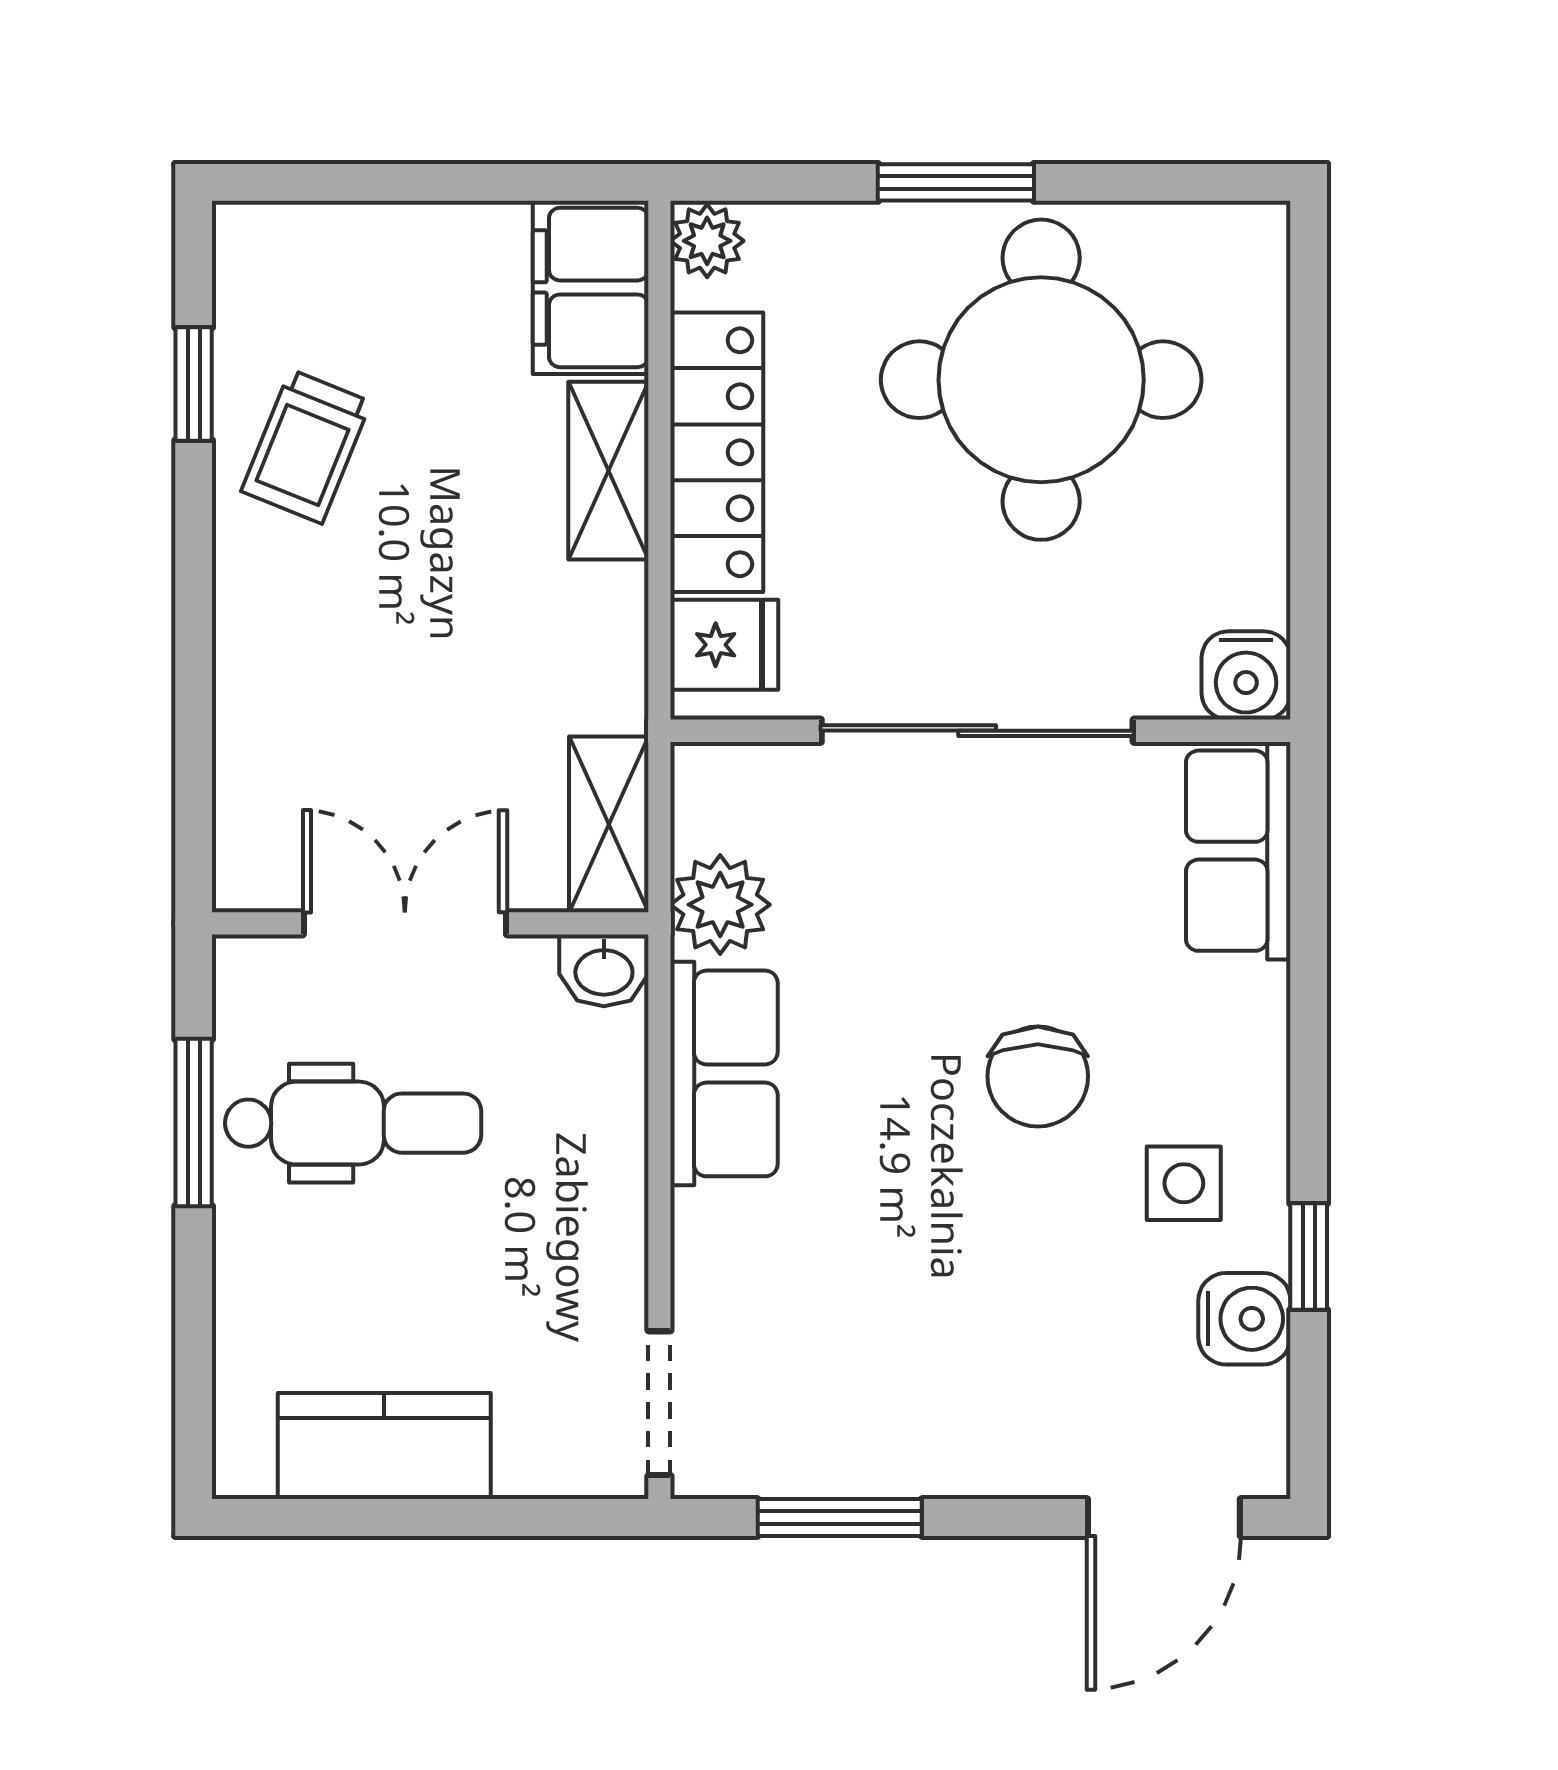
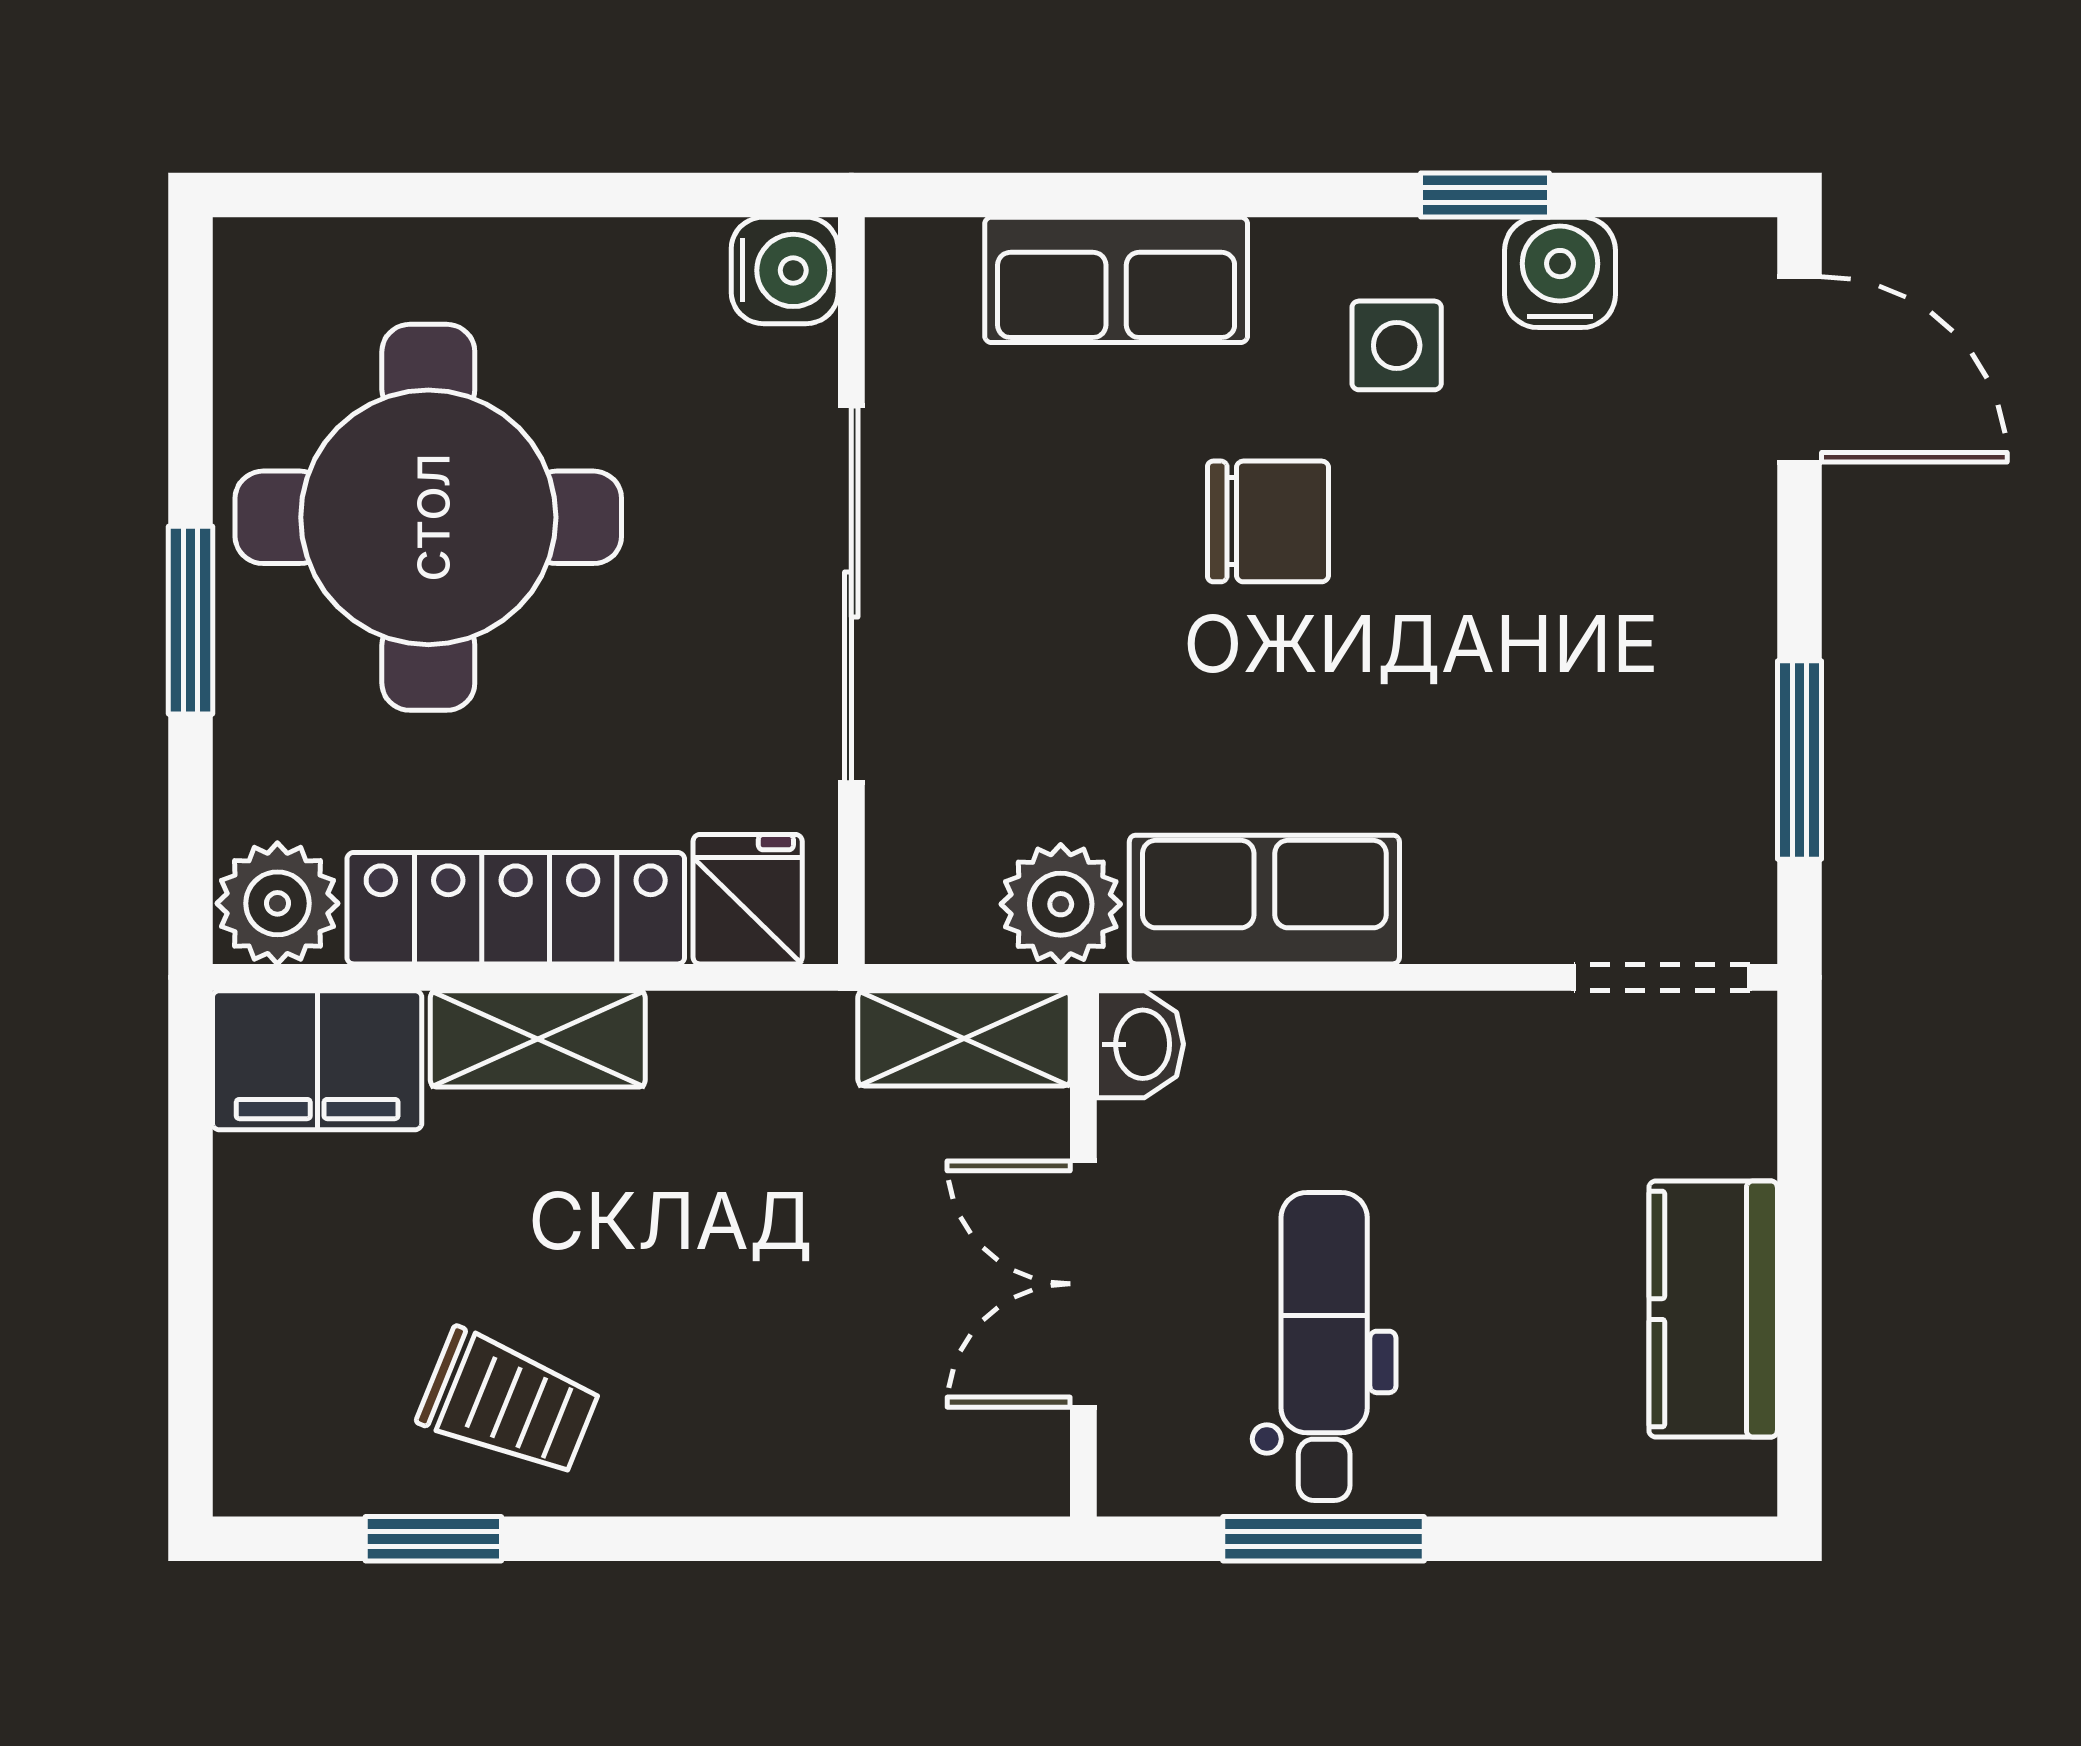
plant: (707, 241) -> (277, 903), width x1.38, depth x1.38
row of seats: (1238, 851) -> (1116, 280), moved

